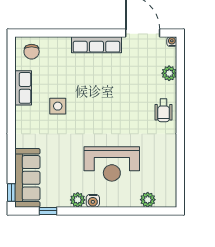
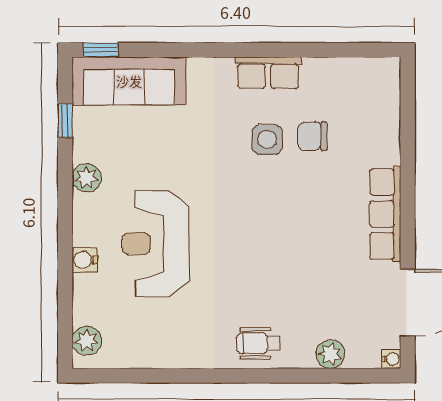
chair: (32, 52) -> (312, 136), moved
row of seats: (23, 88) -> (268, 73), moved
plant: (148, 200) -> (87, 341), moved
water cooler: (93, 201) -> (85, 260), moved

